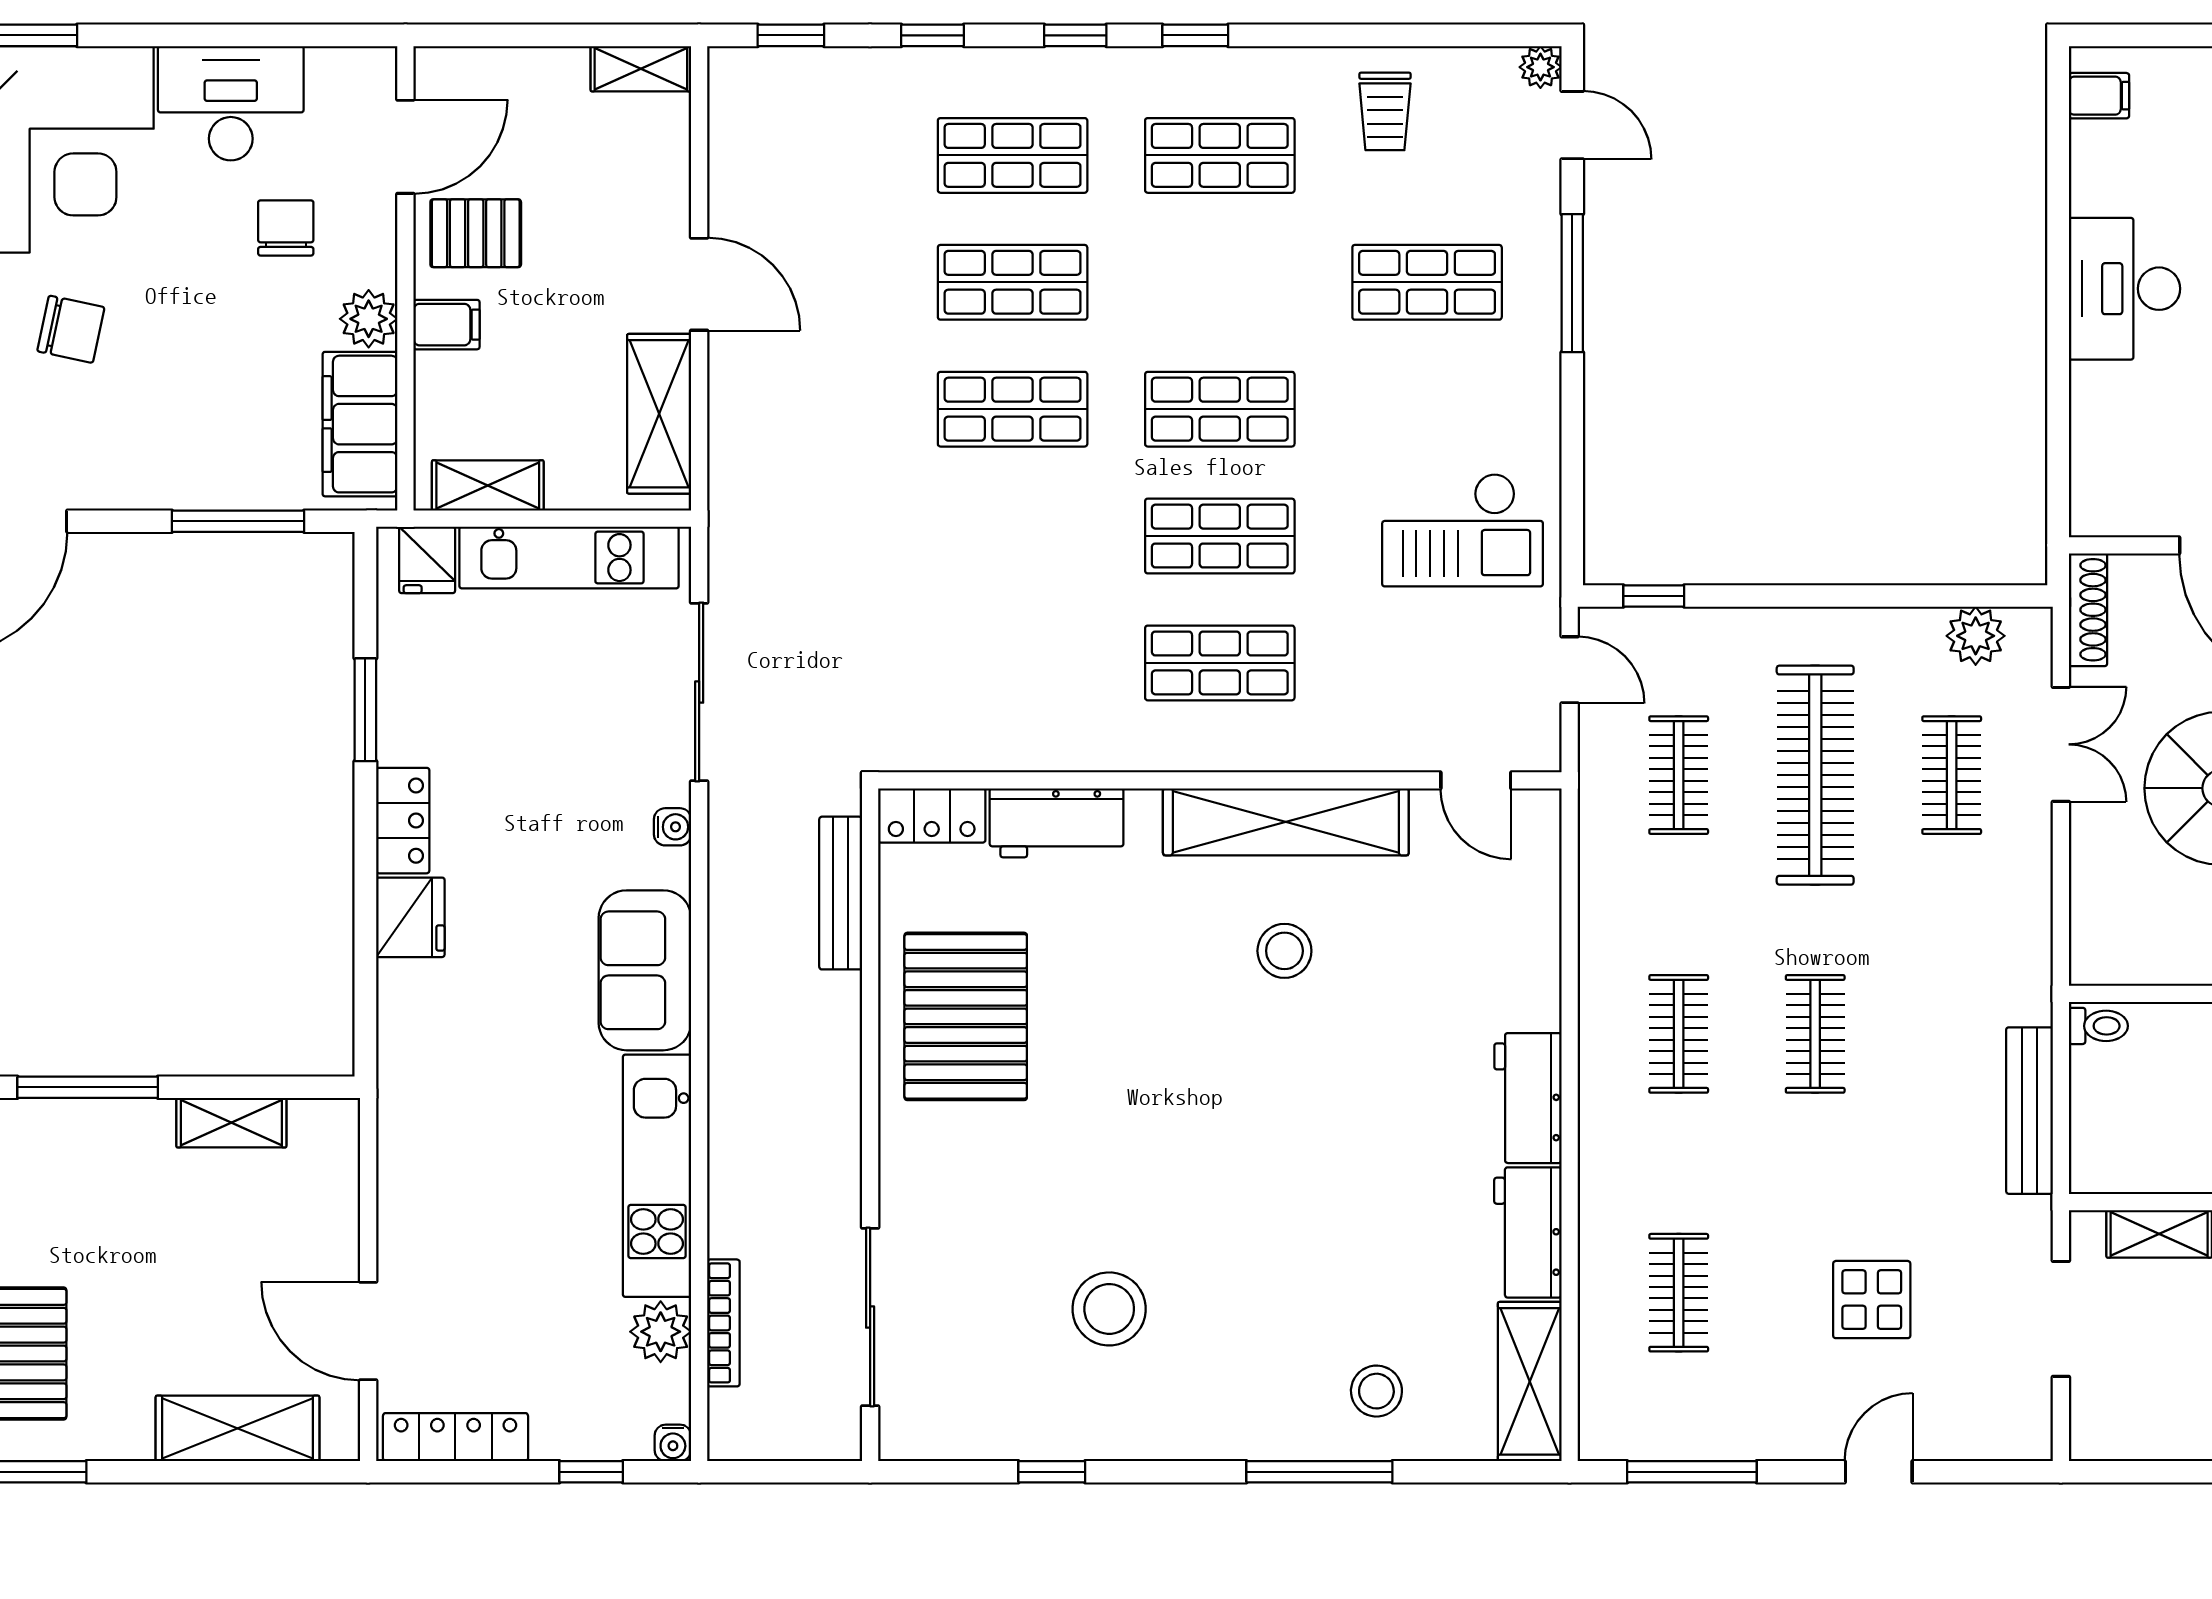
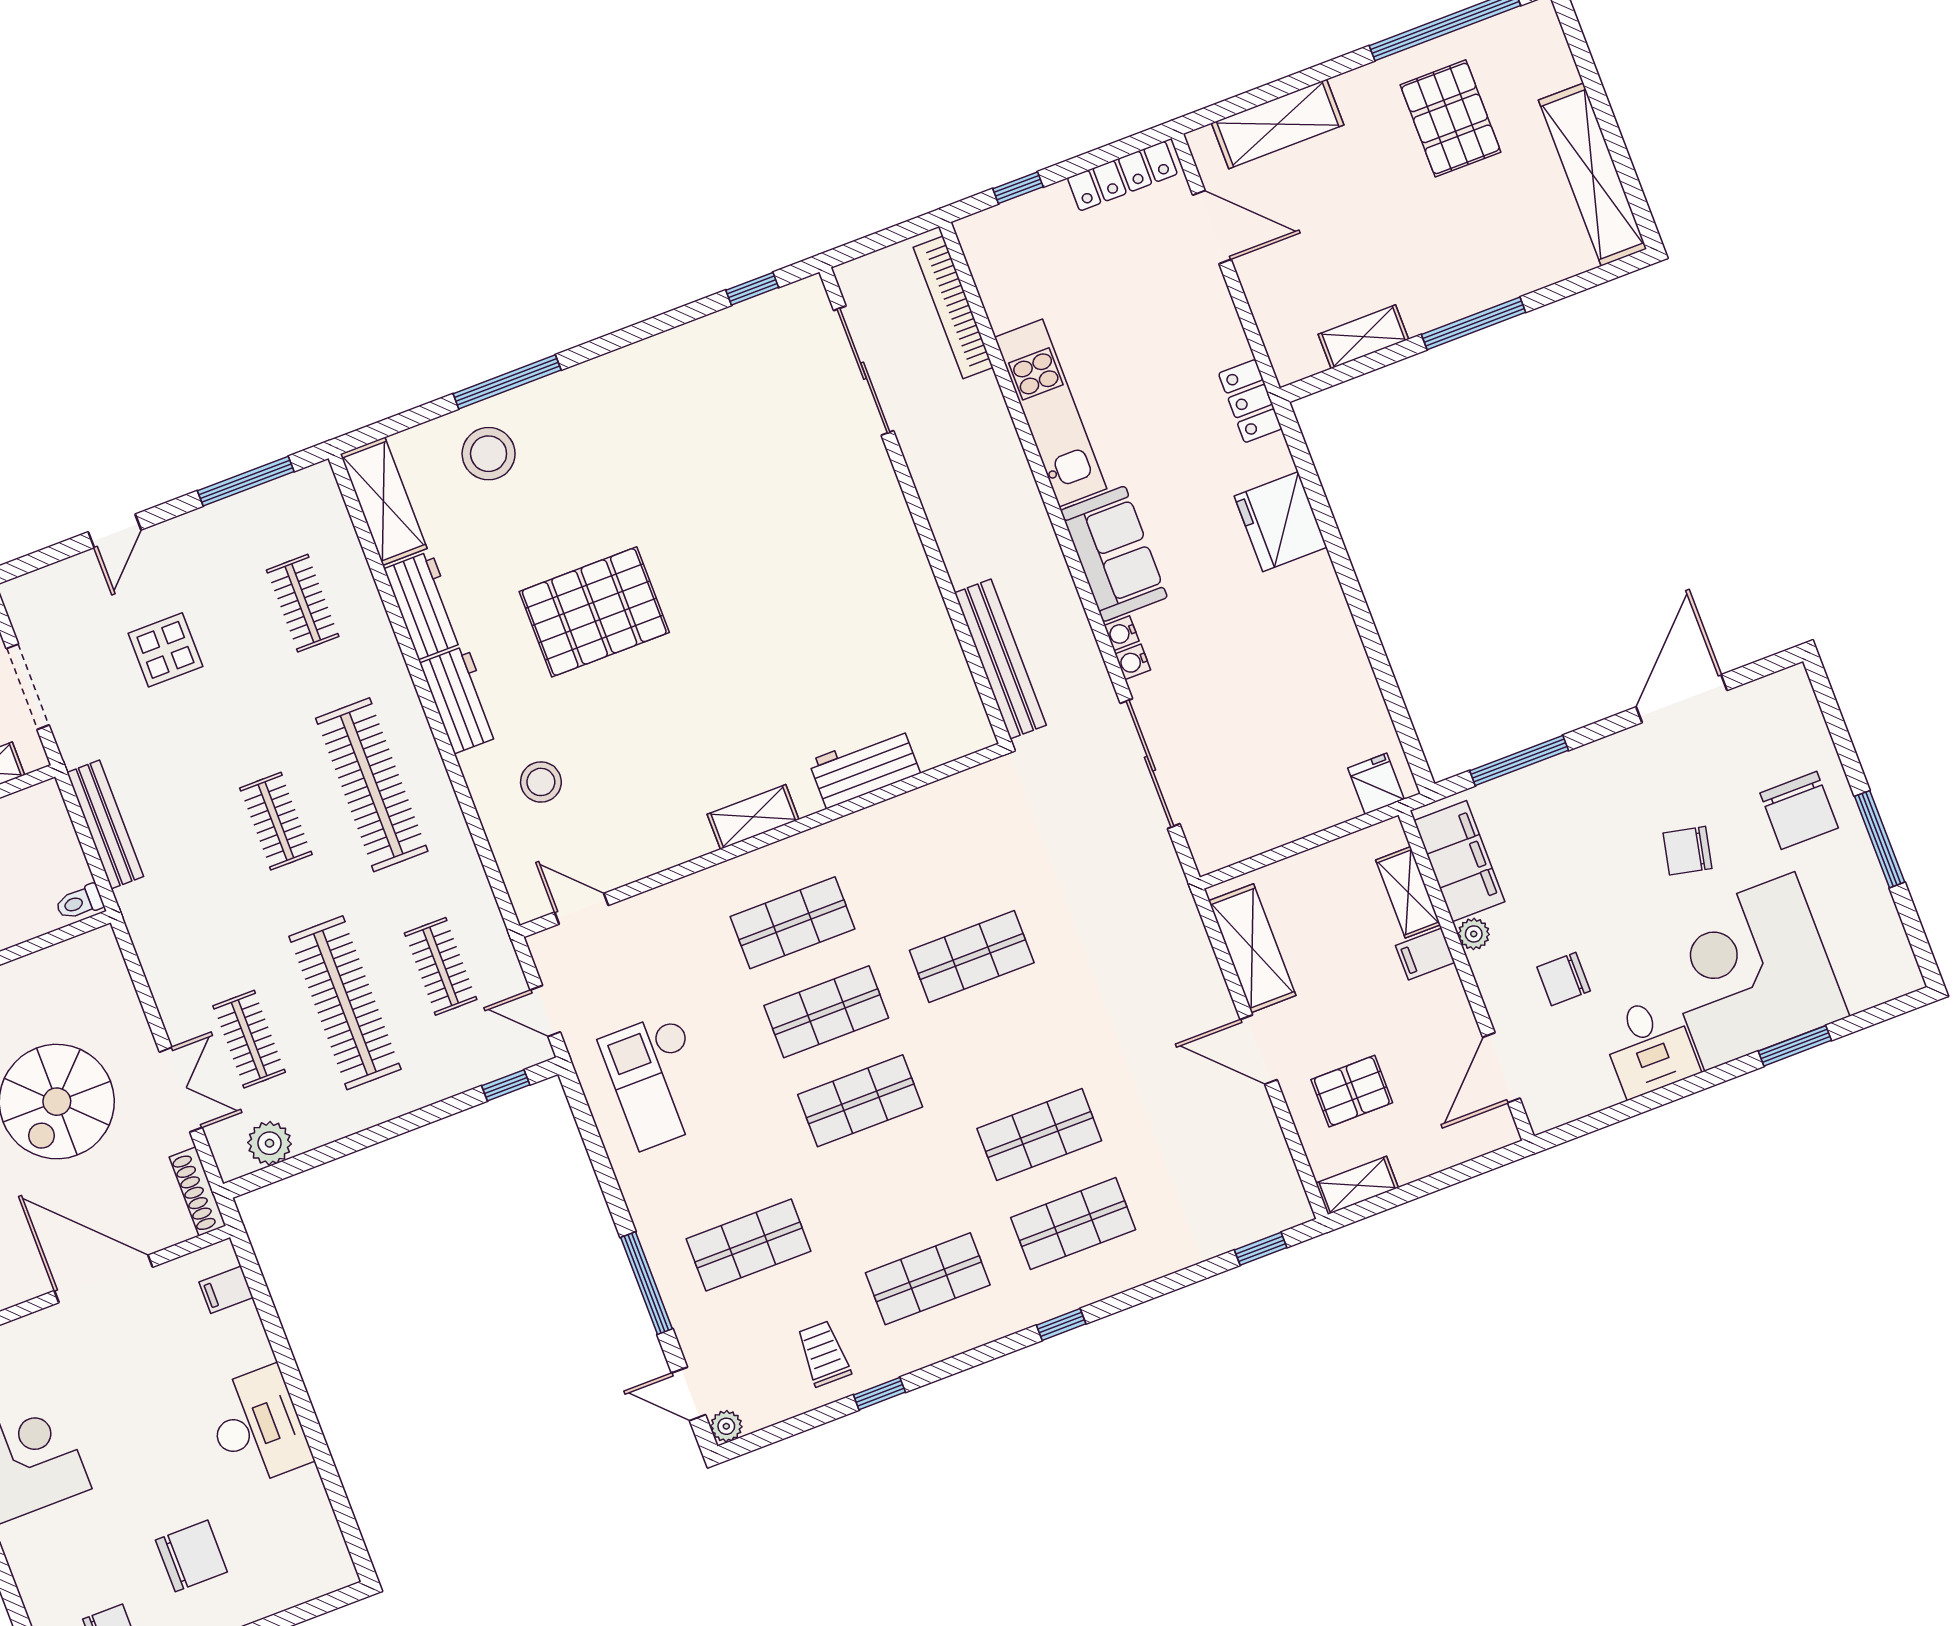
window: (933, 35) -> (1161, 1286), removed
window: (1195, 35) -> (879, 1394), moved
filing cabinet: (2099, 96) -> (226, 1290), moved
desk: (231, 103) -> (1649, 1047), width x0.73
chair: (286, 228) -> (1564, 979), turned 90
pallet: (476, 233) -> (1352, 1091), moved
plant: (369, 319) -> (1474, 934), width x0.73, depth x0.73
shop shelf: (1013, 409) -> (972, 957), moved
shelving: (488, 485) -> (1408, 892), moved, turned 90
checkout: (1463, 530) -> (658, 1081), turned -90
kitchen unit: (569, 558) -> (1277, 823), removed
window: (365, 710) -> (1379, 662), removed
double door: (2061, 744) -> (181, 1090), swing flipped
locker: (932, 815) -> (954, 739), removed
locker: (403, 821) -> (1250, 401), moved
shelving: (1286, 822) -> (753, 817), width x0.45, depth x0.75
bench: (841, 893) -> (1000, 659), width x1.37, depth x1.21
fridge: (410, 917) -> (1281, 522), width x1.36, depth x1.34
stool: (1284, 951) -> (541, 782), moved
pallet: (966, 1016) -> (594, 612), moved, turned 90
clothes rail: (1679, 1034) -> (372, 785), width x1.86, depth x1.31
stool: (1109, 1309) -> (698, 440), removed
bookcase: (723, 1323) -> (953, 307), width x1.48, depth x1.31
plant: (661, 1332) -> (1007, 305), removed
stool: (1376, 1391) -> (489, 454), width x1.38, depth x1.38
water cooler: (673, 1443) -> (1122, 633), moved, turned -90
window: (1052, 1472) -> (752, 289), moved

